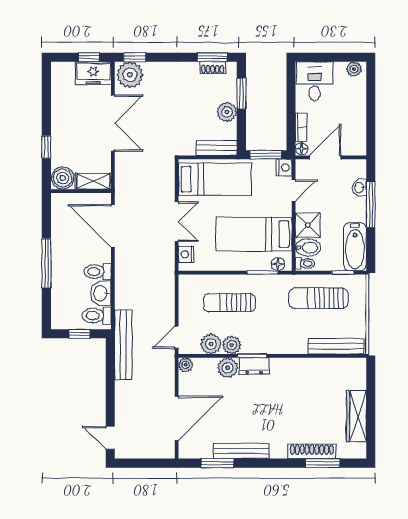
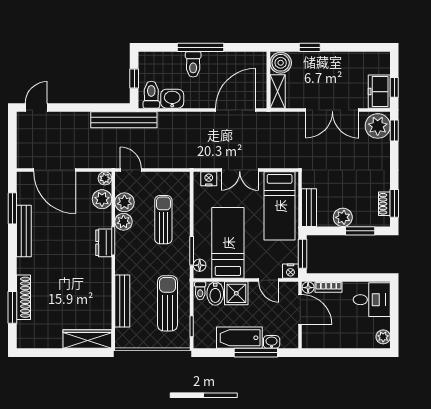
bathtub: (355, 247) -> (239, 338), moved
toilet: (98, 272) -> (193, 64), moved, turned 180
bench: (336, 346) -> (122, 301), moved
plant: (228, 368) -> (102, 199), moved
wardrobe: (356, 416) -> (87, 339), moved

